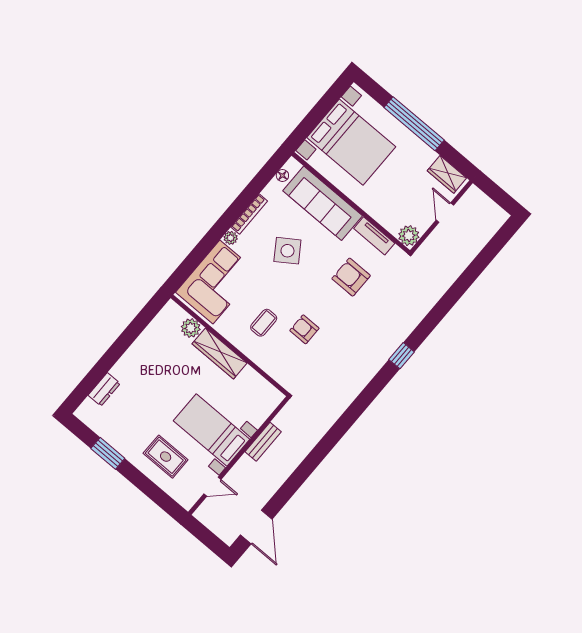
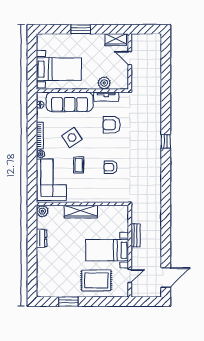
window: (414, 124) -> (81, 29), width x0.47
bed with nightstands: (351, 142) -> (59, 69), width x0.73
plant: (409, 236) -> (104, 83), moved
coffee table: (264, 323) -> (79, 165), moved
plant: (191, 328) -> (42, 211), moved
dresser: (104, 389) -> (42, 238), moved
rug: (166, 457) -> (96, 280), width x1.36, depth x1.43
door: (256, 527) -> (166, 277), hinge flipped

